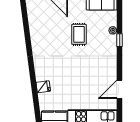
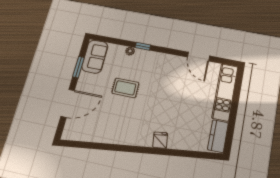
fridge: (43, 87) -> (160, 140), moved

